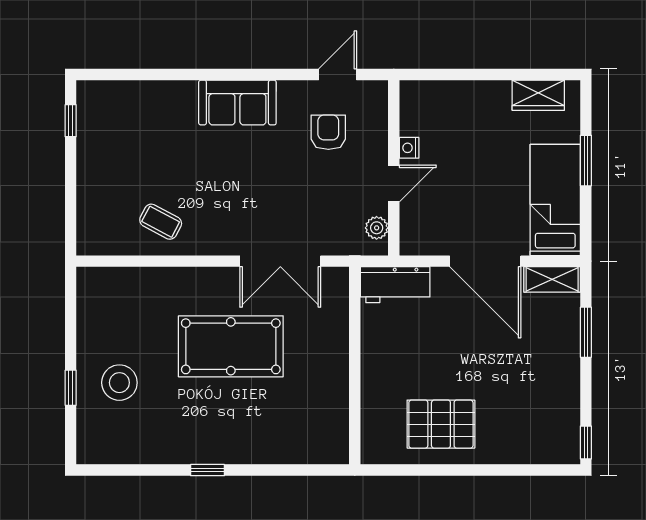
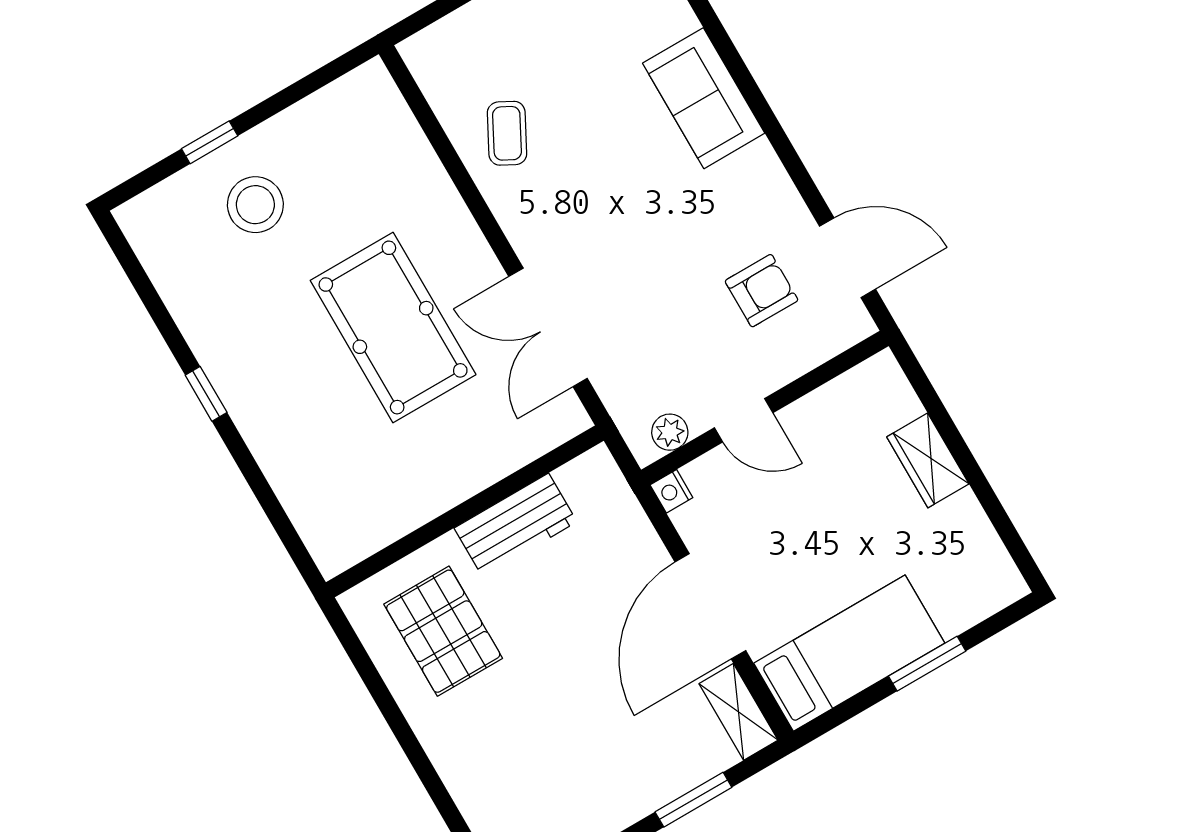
door: (338, 75) -> (847, 258), width x1.38
wardrobe: (538, 95) -> (928, 460), moved
sofa: (237, 103) -> (704, 98), moved
nightstand: (409, 148) -> (671, 491), moved, turned -90
workbench: (395, 285) -> (515, 525), moved, turned -90
pallet: (441, 424) -> (443, 631), moved

